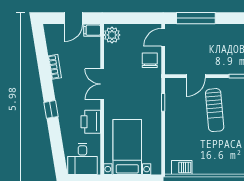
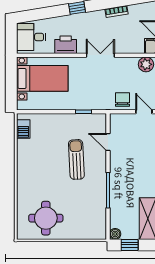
chair: (150, 60) -> (122, 99), turned -90
sun lounger: (215, 110) -> (76, 159), turned 92

